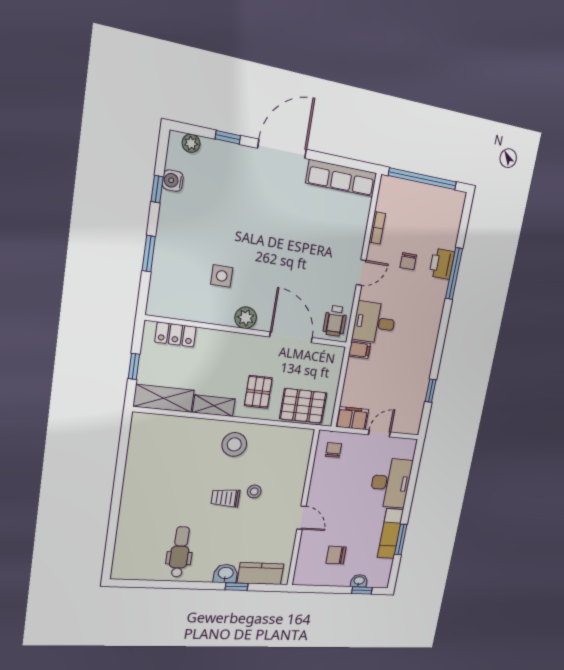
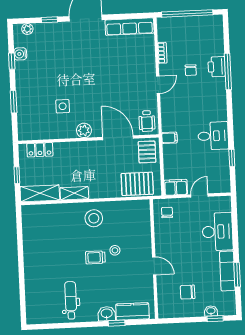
desk: (374, 323) -> (213, 136), moved, turned 180
pallet: (258, 392) -> (147, 152), moved

